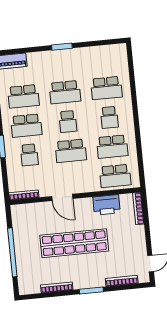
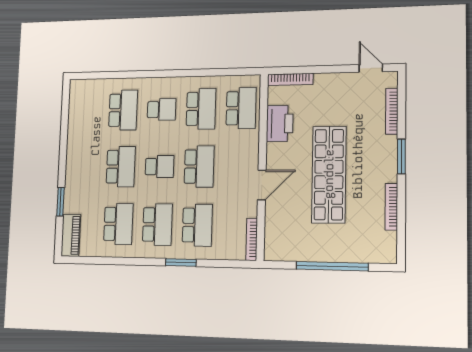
window: (62, 47) -> (60, 202), moved
school desk: (29, 155) -> (197, 225), width x1.85

